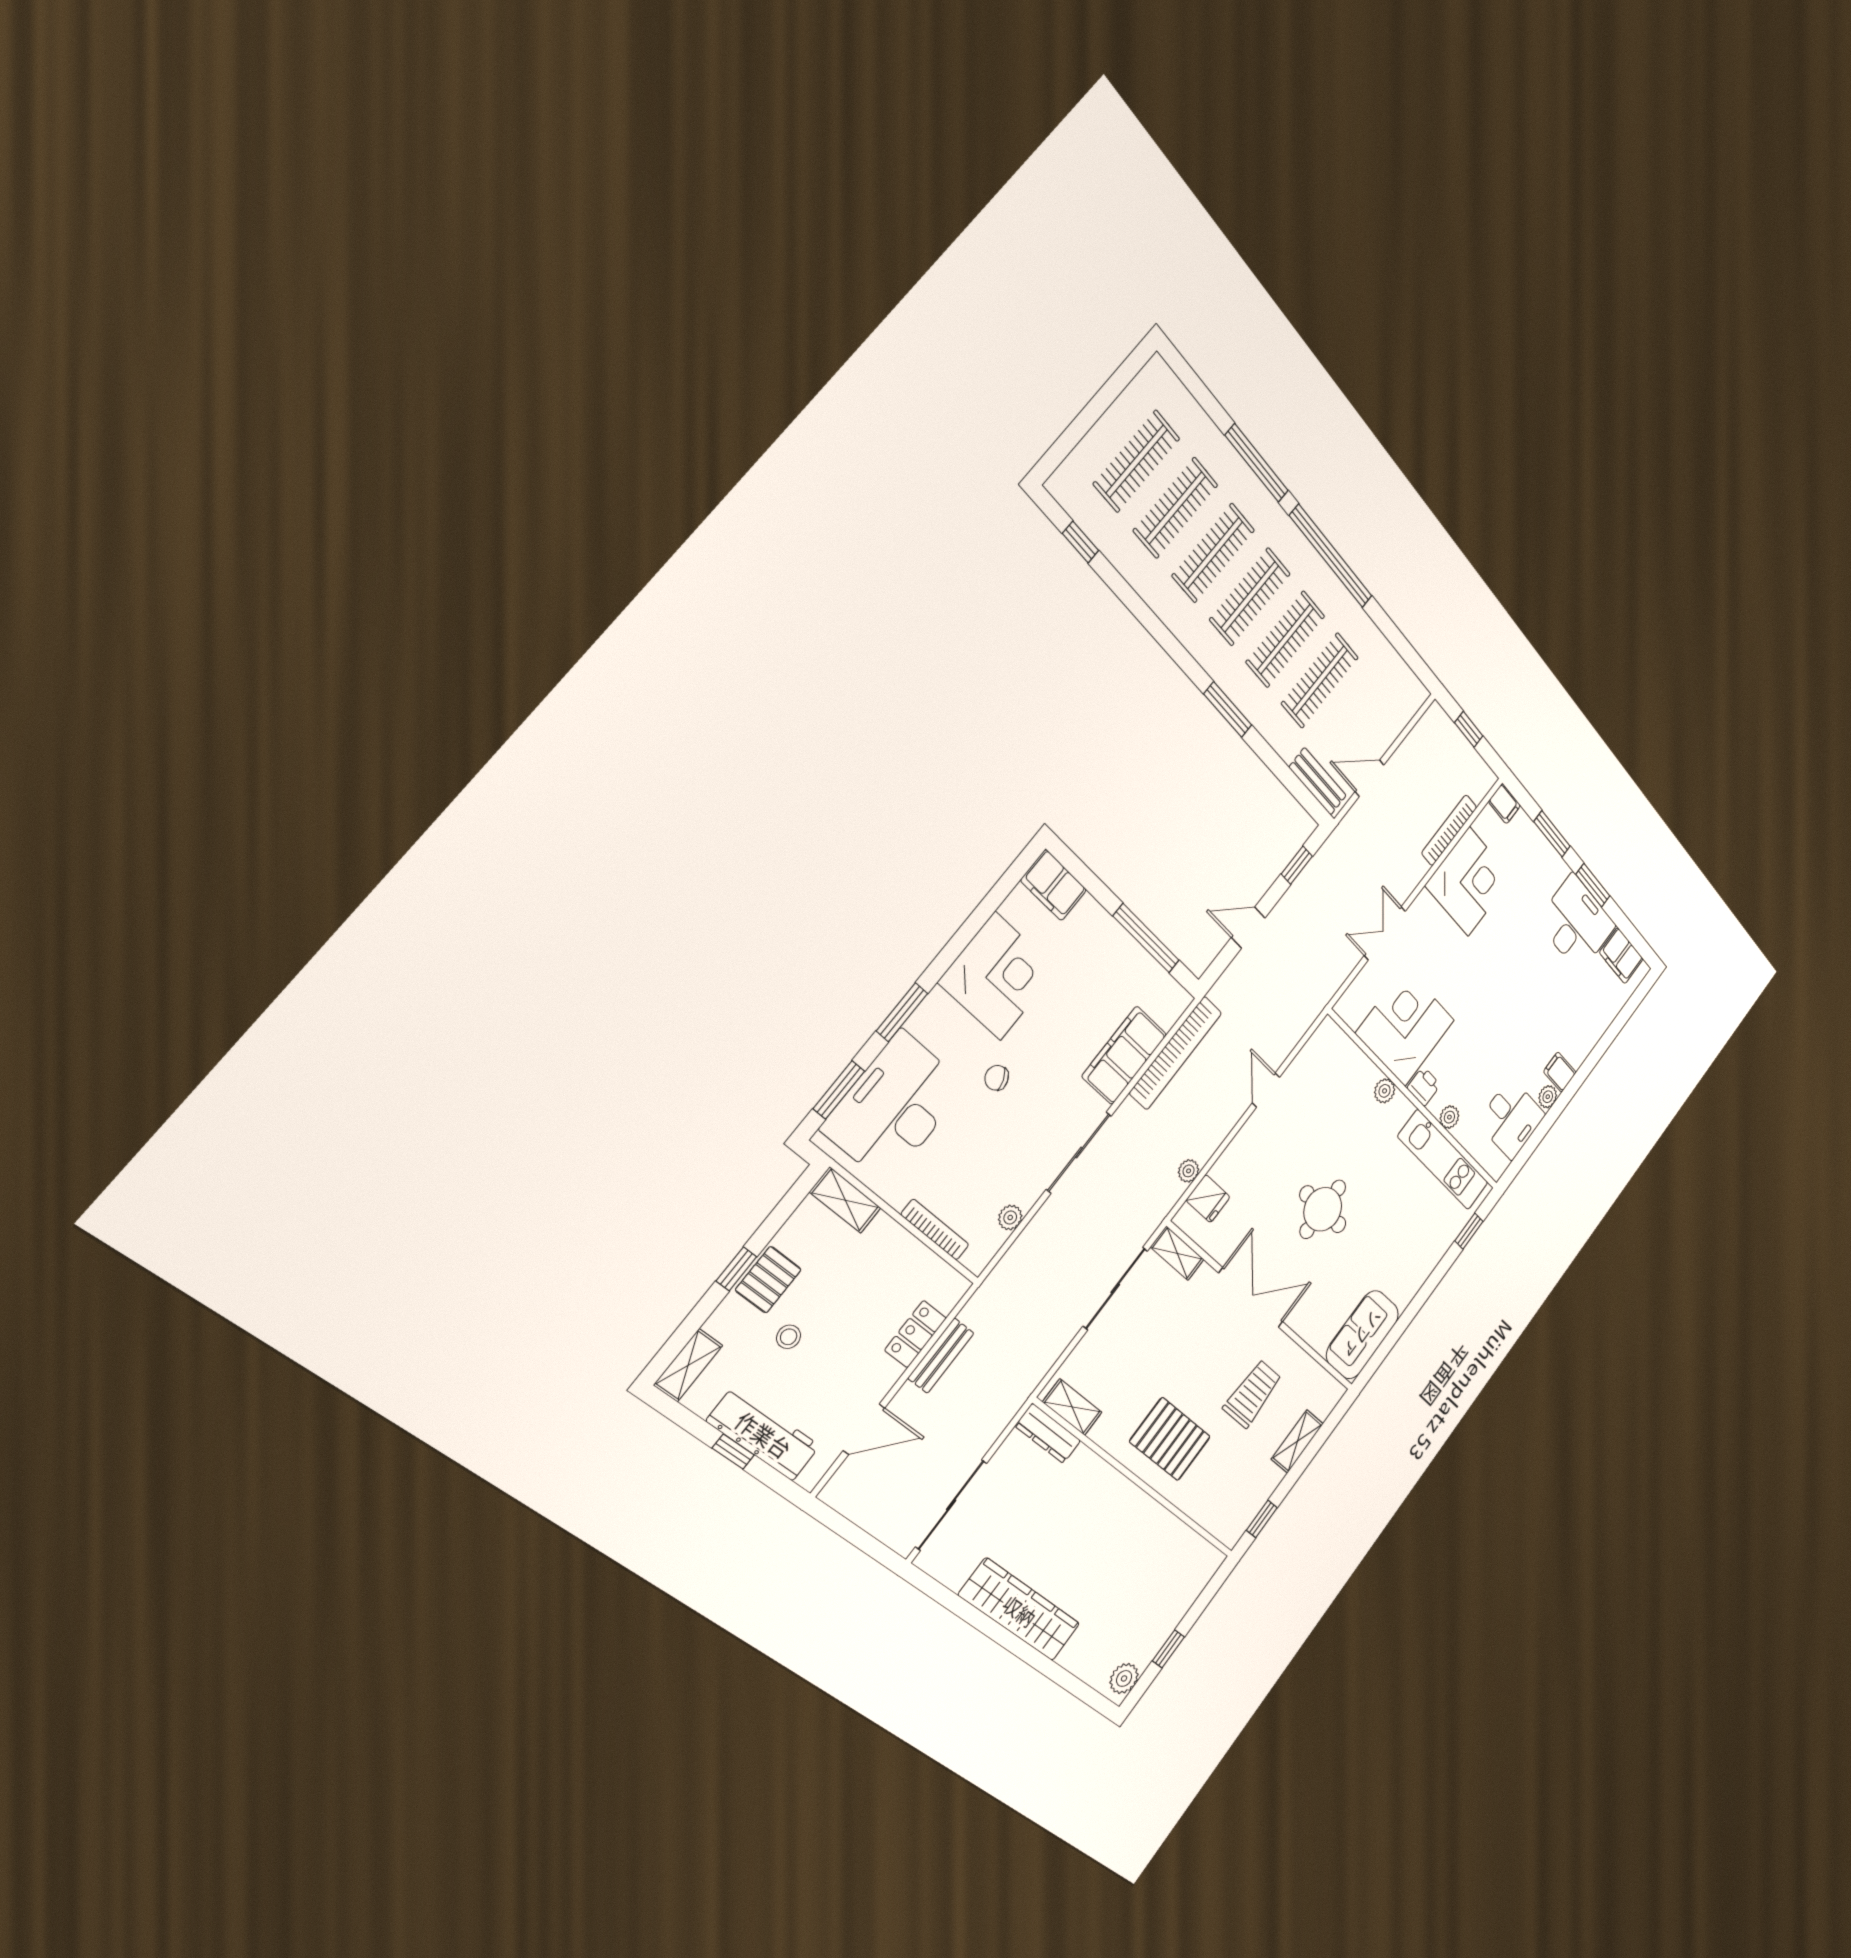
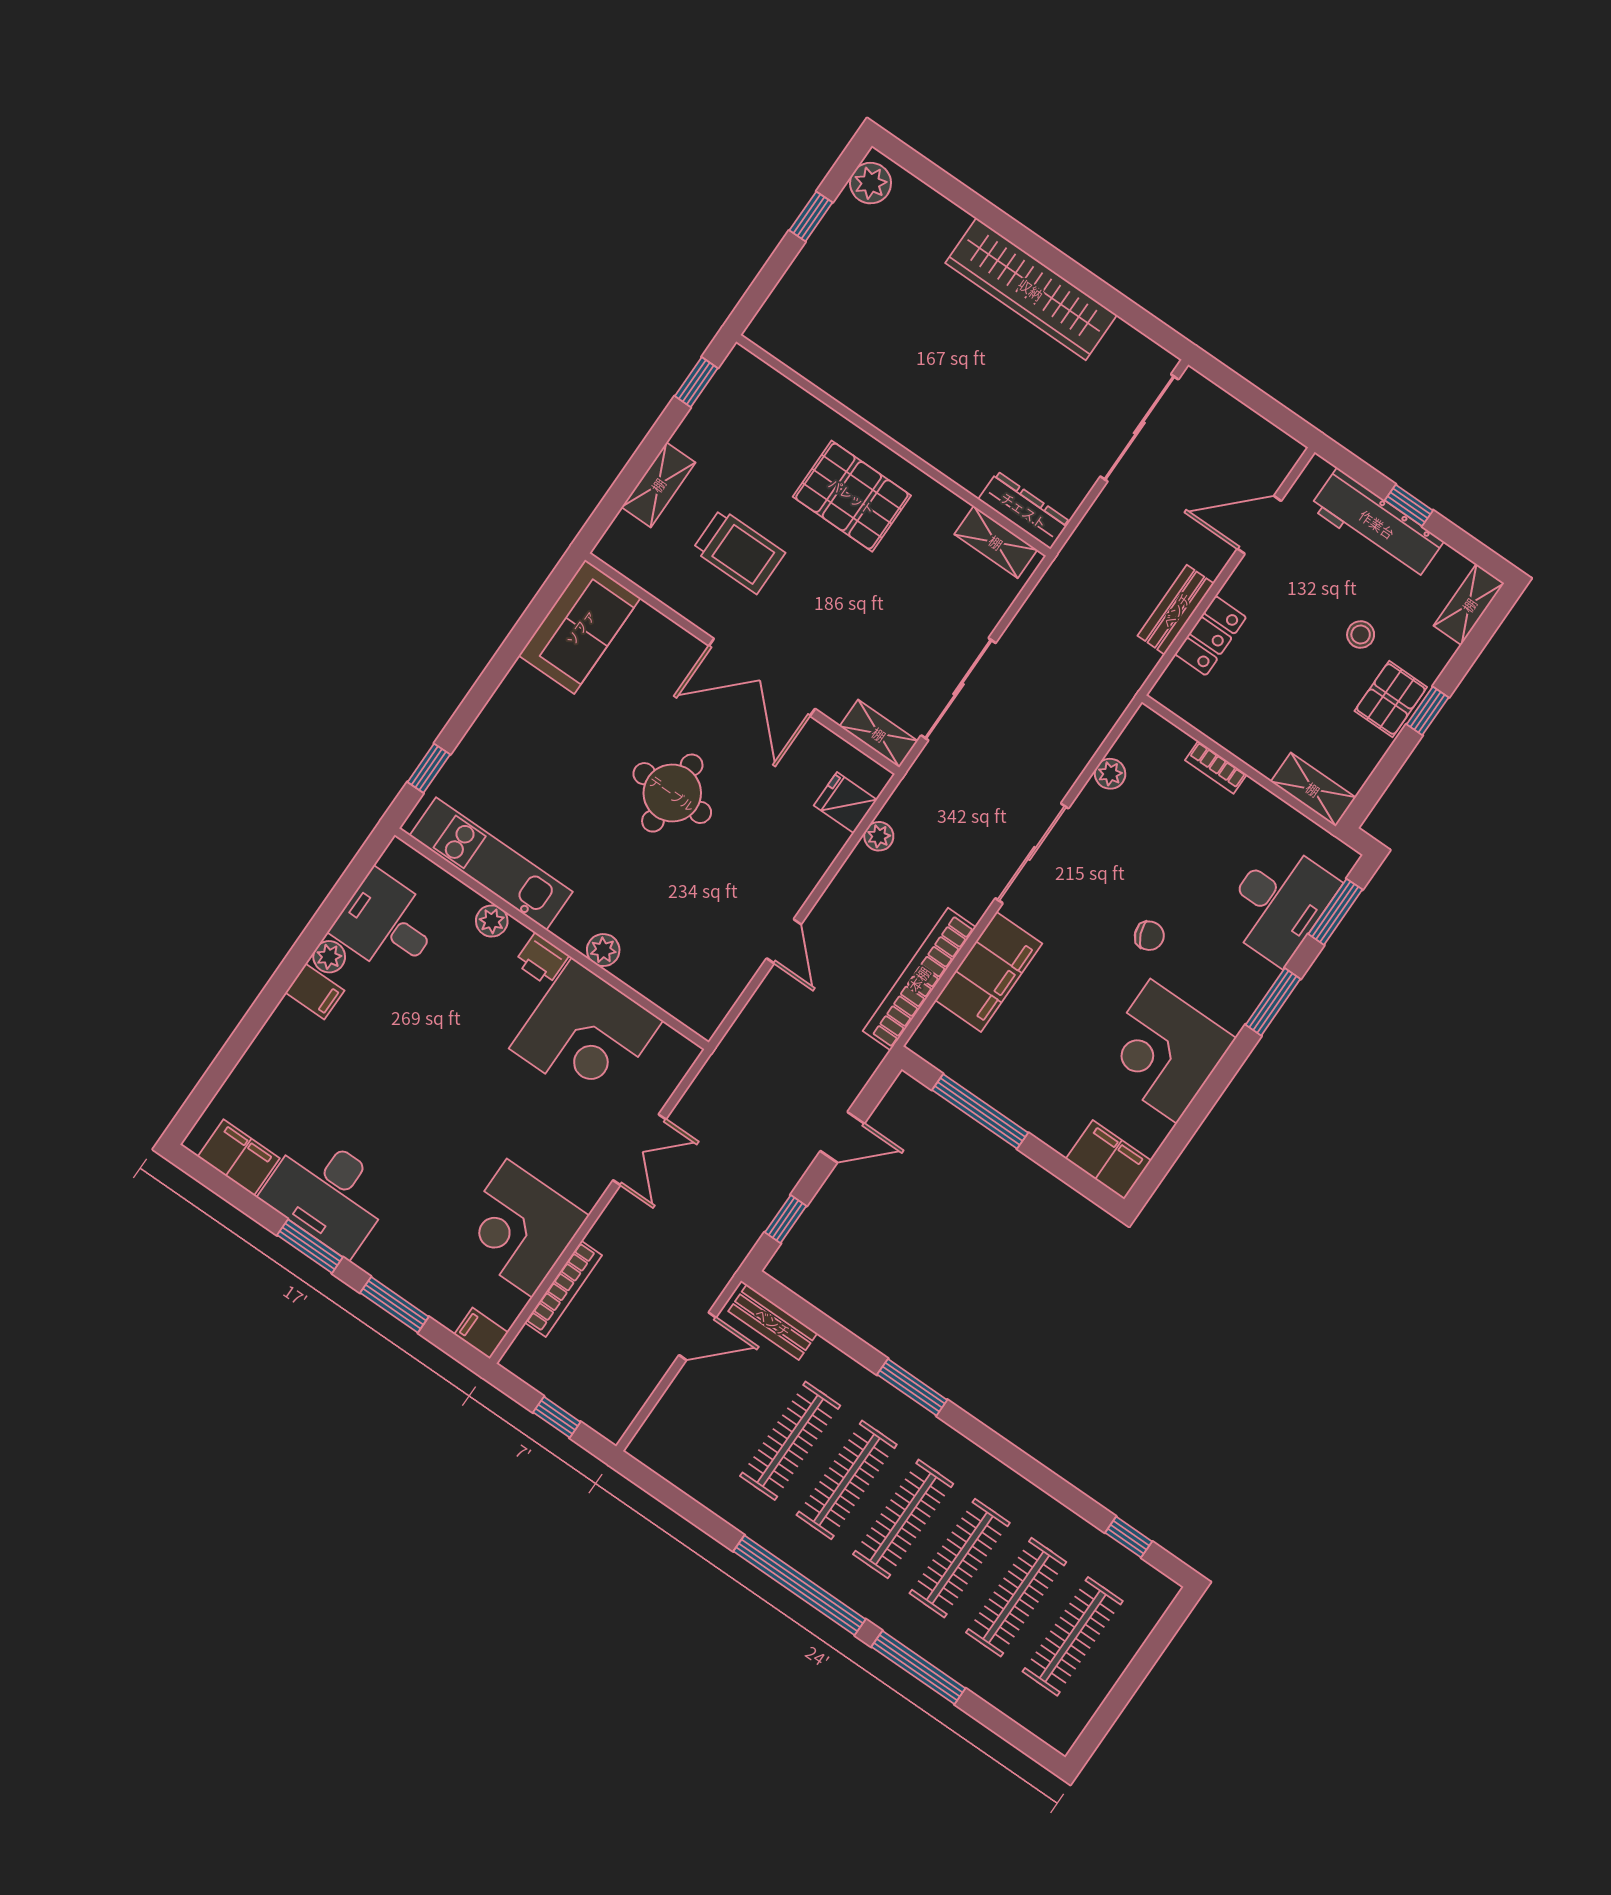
desk: (894, 1107) -> (1279, 903), width x0.73, depth x0.77
bookcase: (935, 1230) -> (1216, 767), width x0.64
trolley: (1252, 1394) -> (739, 551), turned -90

